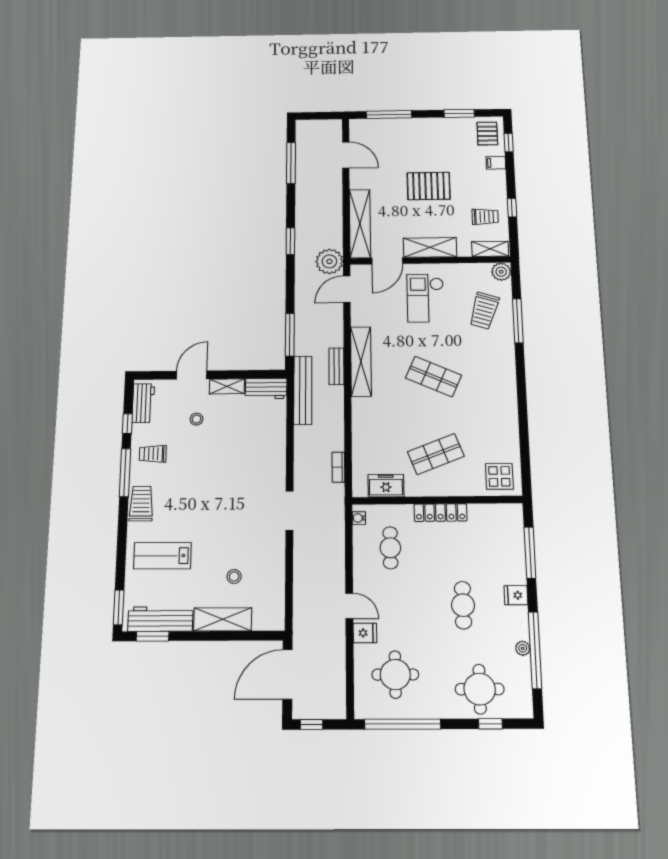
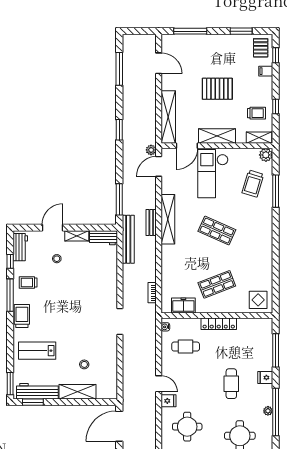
plant: (329, 261) -> (151, 150), width x0.53, depth x0.53
checkout: (425, 298) -> (213, 174), width x1.36, depth x1.21
cafe table: (390, 548) -> (186, 347), turned 90

